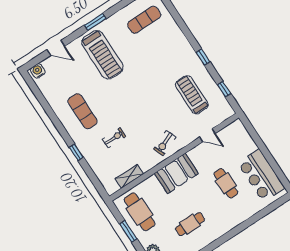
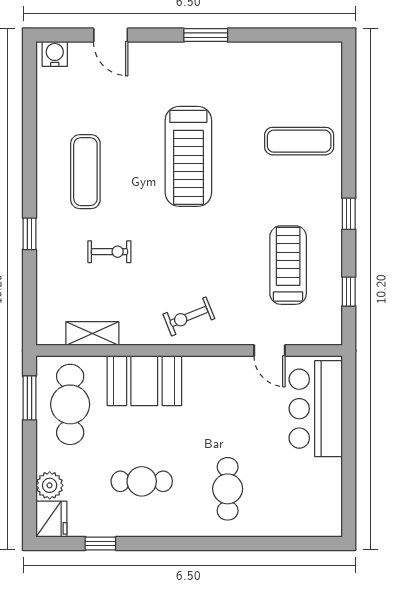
exercise mat: (144, 20) -> (299, 141), moved
treadmill: (102, 55) -> (188, 156), moved
booth: (176, 173) -> (144, 381), moved
bar counter: (261, 175) -> (316, 409), moved
cafe table: (226, 183) -> (228, 489), moved
window: (128, 231) -> (29, 398), moved

